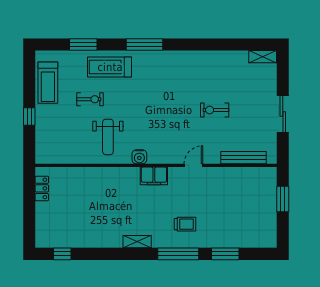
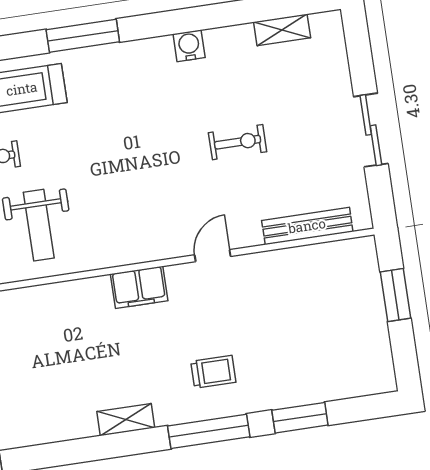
shelving: (263, 57) -> (282, 30), moved
exercise bike: (215, 110) -> (238, 142), turned 180
water cooler: (139, 157) -> (189, 46), moved, turned 180

